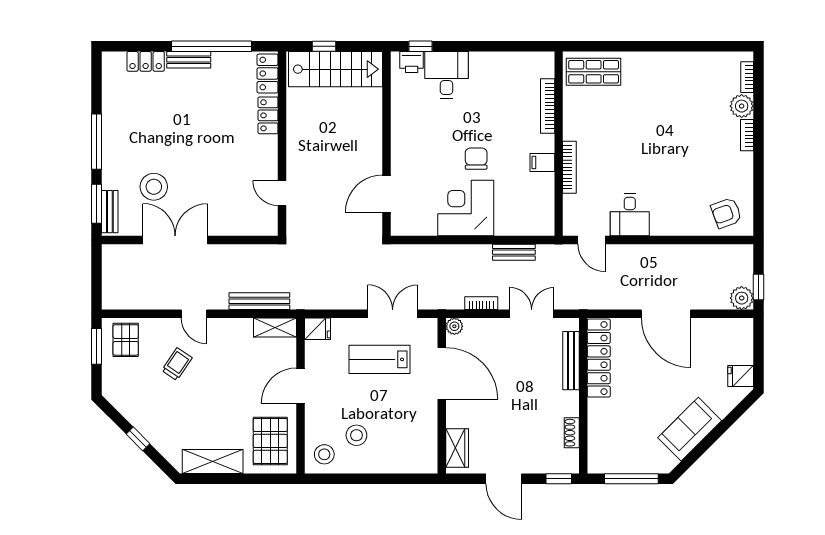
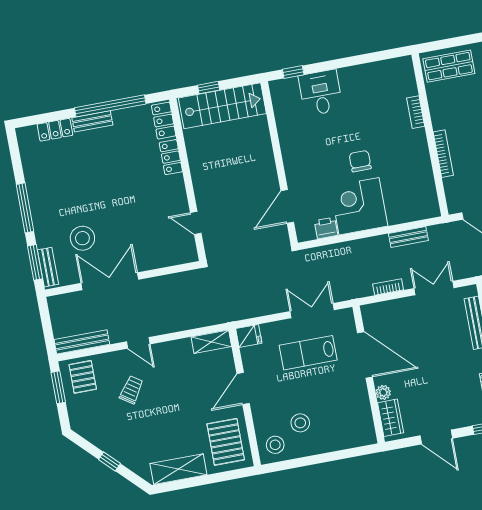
printer: (412, 62) -> (326, 228), moved, turned 180
bookcase: (548, 106) -> (416, 112), width x0.64
filing cabinet: (542, 163) -> (419, 154), removed
bench: (259, 301) -> (82, 342), moved
plant: (454, 326) -> (383, 392), moved

